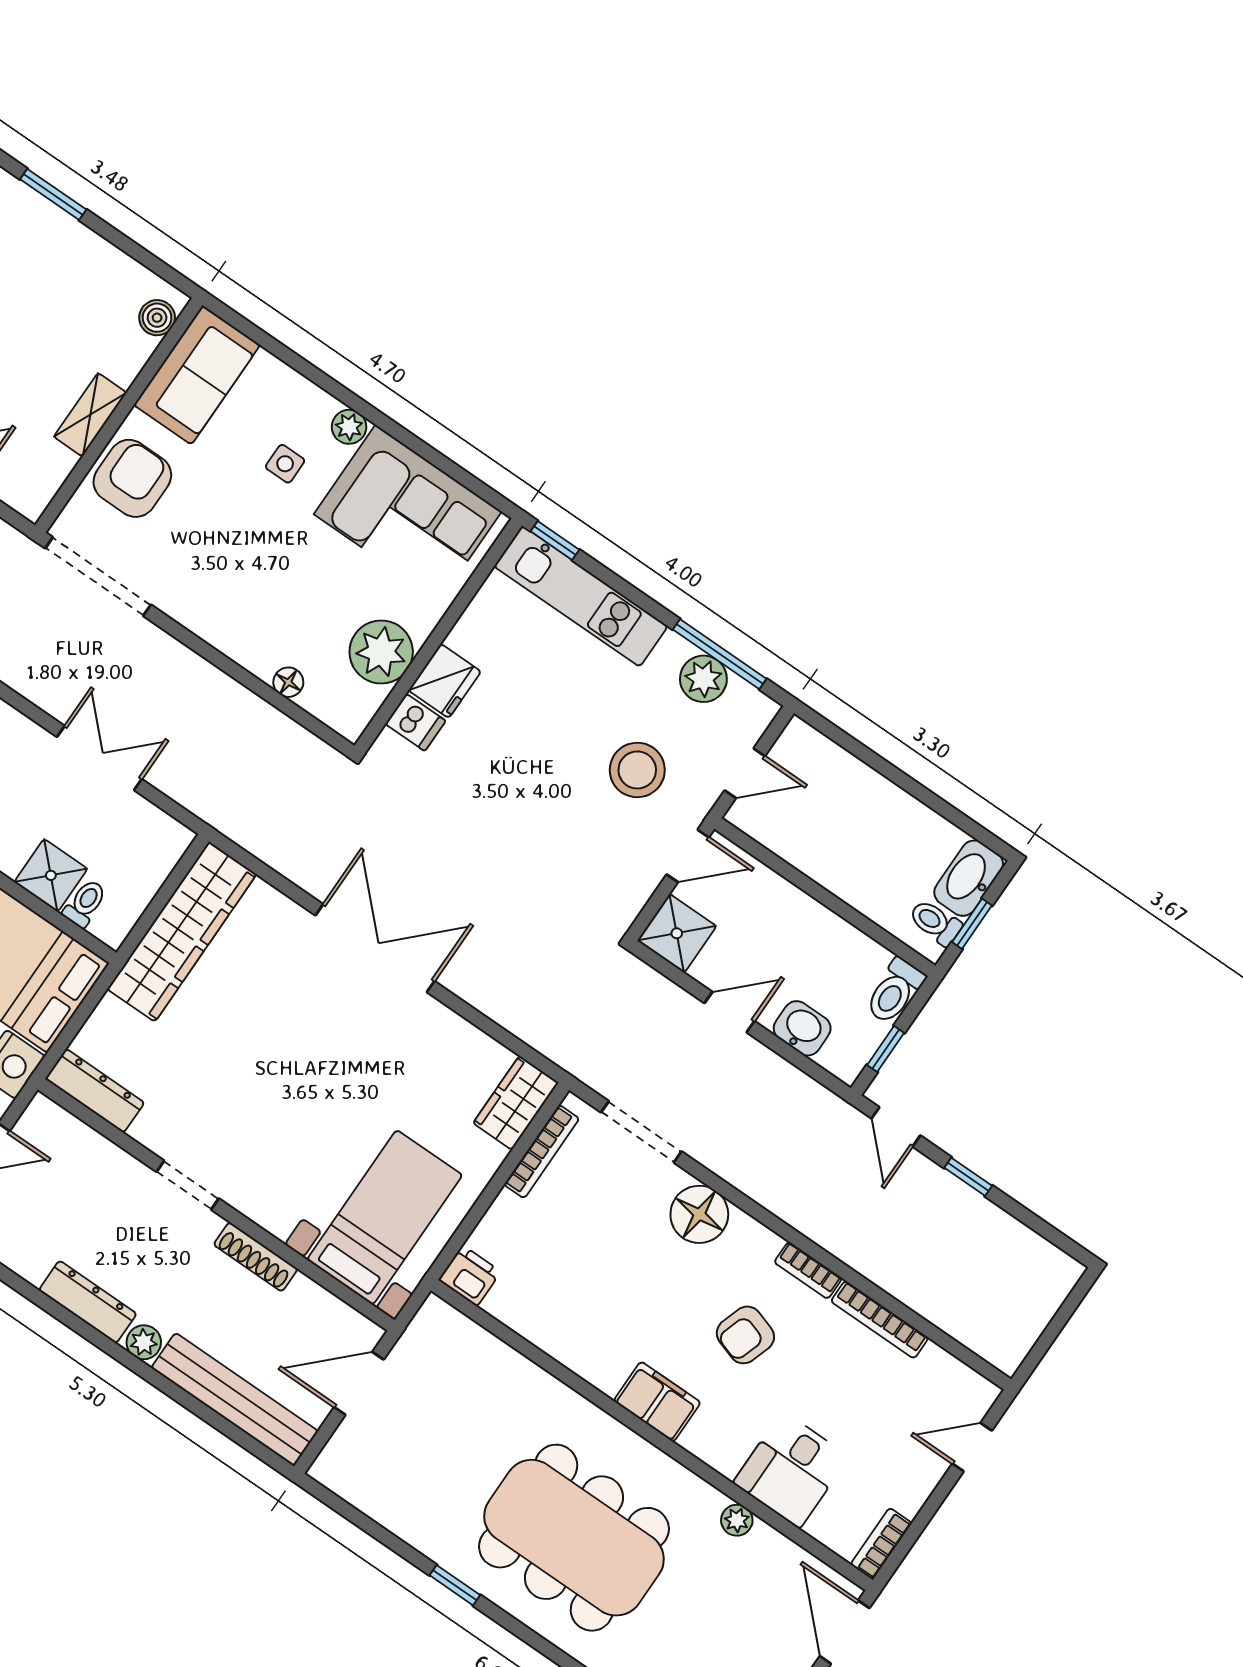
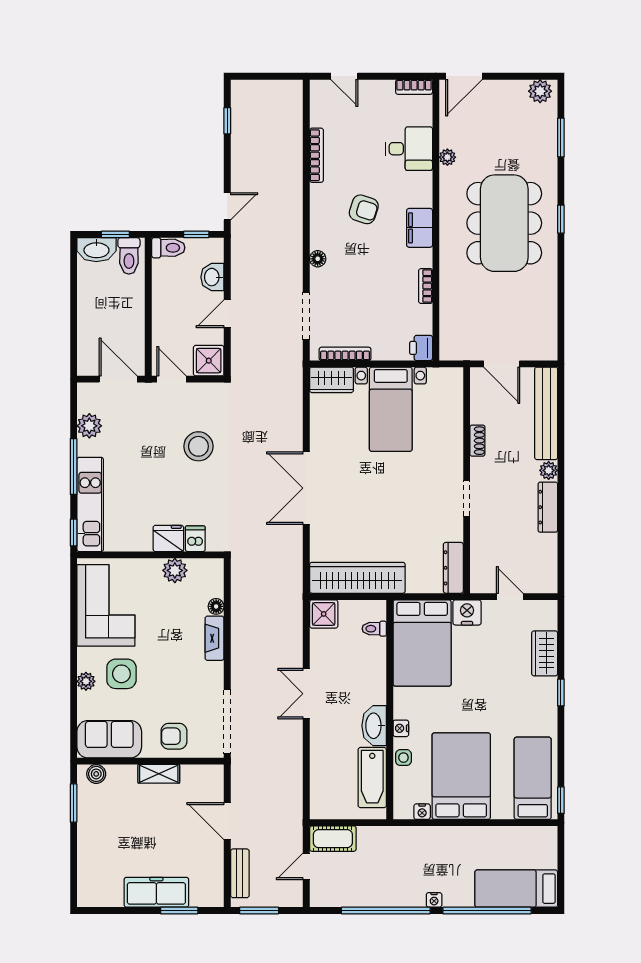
window: (53, 194) -> (74, 803), moved
plant: (349, 427) -> (86, 681), moved
side table: (285, 464) -> (121, 674), width x1.87, depth x1.87
armchair: (132, 478) -> (174, 736), width x0.72, depth x0.72
fireplace: (241, 646) -> (215, 638), added
plant: (381, 652) -> (175, 570), width x0.73, depth x0.73
window: (720, 654) -> (74, 467), moved
double door: (99, 758) -> (306, 694), moved
stool: (637, 770) -> (198, 446), moved
door: (745, 773) -> (118, 379), width x1.38
shower: (51, 875) -> (324, 614), moved
toilet: (935, 922) -> (129, 256), width x1.37, depth x1.39
door: (729, 1012) -> (227, 314), hinge flipped
window: (968, 1177) -> (227, 121), moved
floor lamp: (699, 1214) -> (318, 259), width x0.53, depth x0.53
bed with nightstands: (385, 1217) -> (391, 409), moved, turned -90
shoe rack: (256, 1257) -> (477, 441), width x0.70
bookcase: (808, 1270) -> (426, 286), moved, turned 180
window: (455, 1585) -> (561, 219), moved

